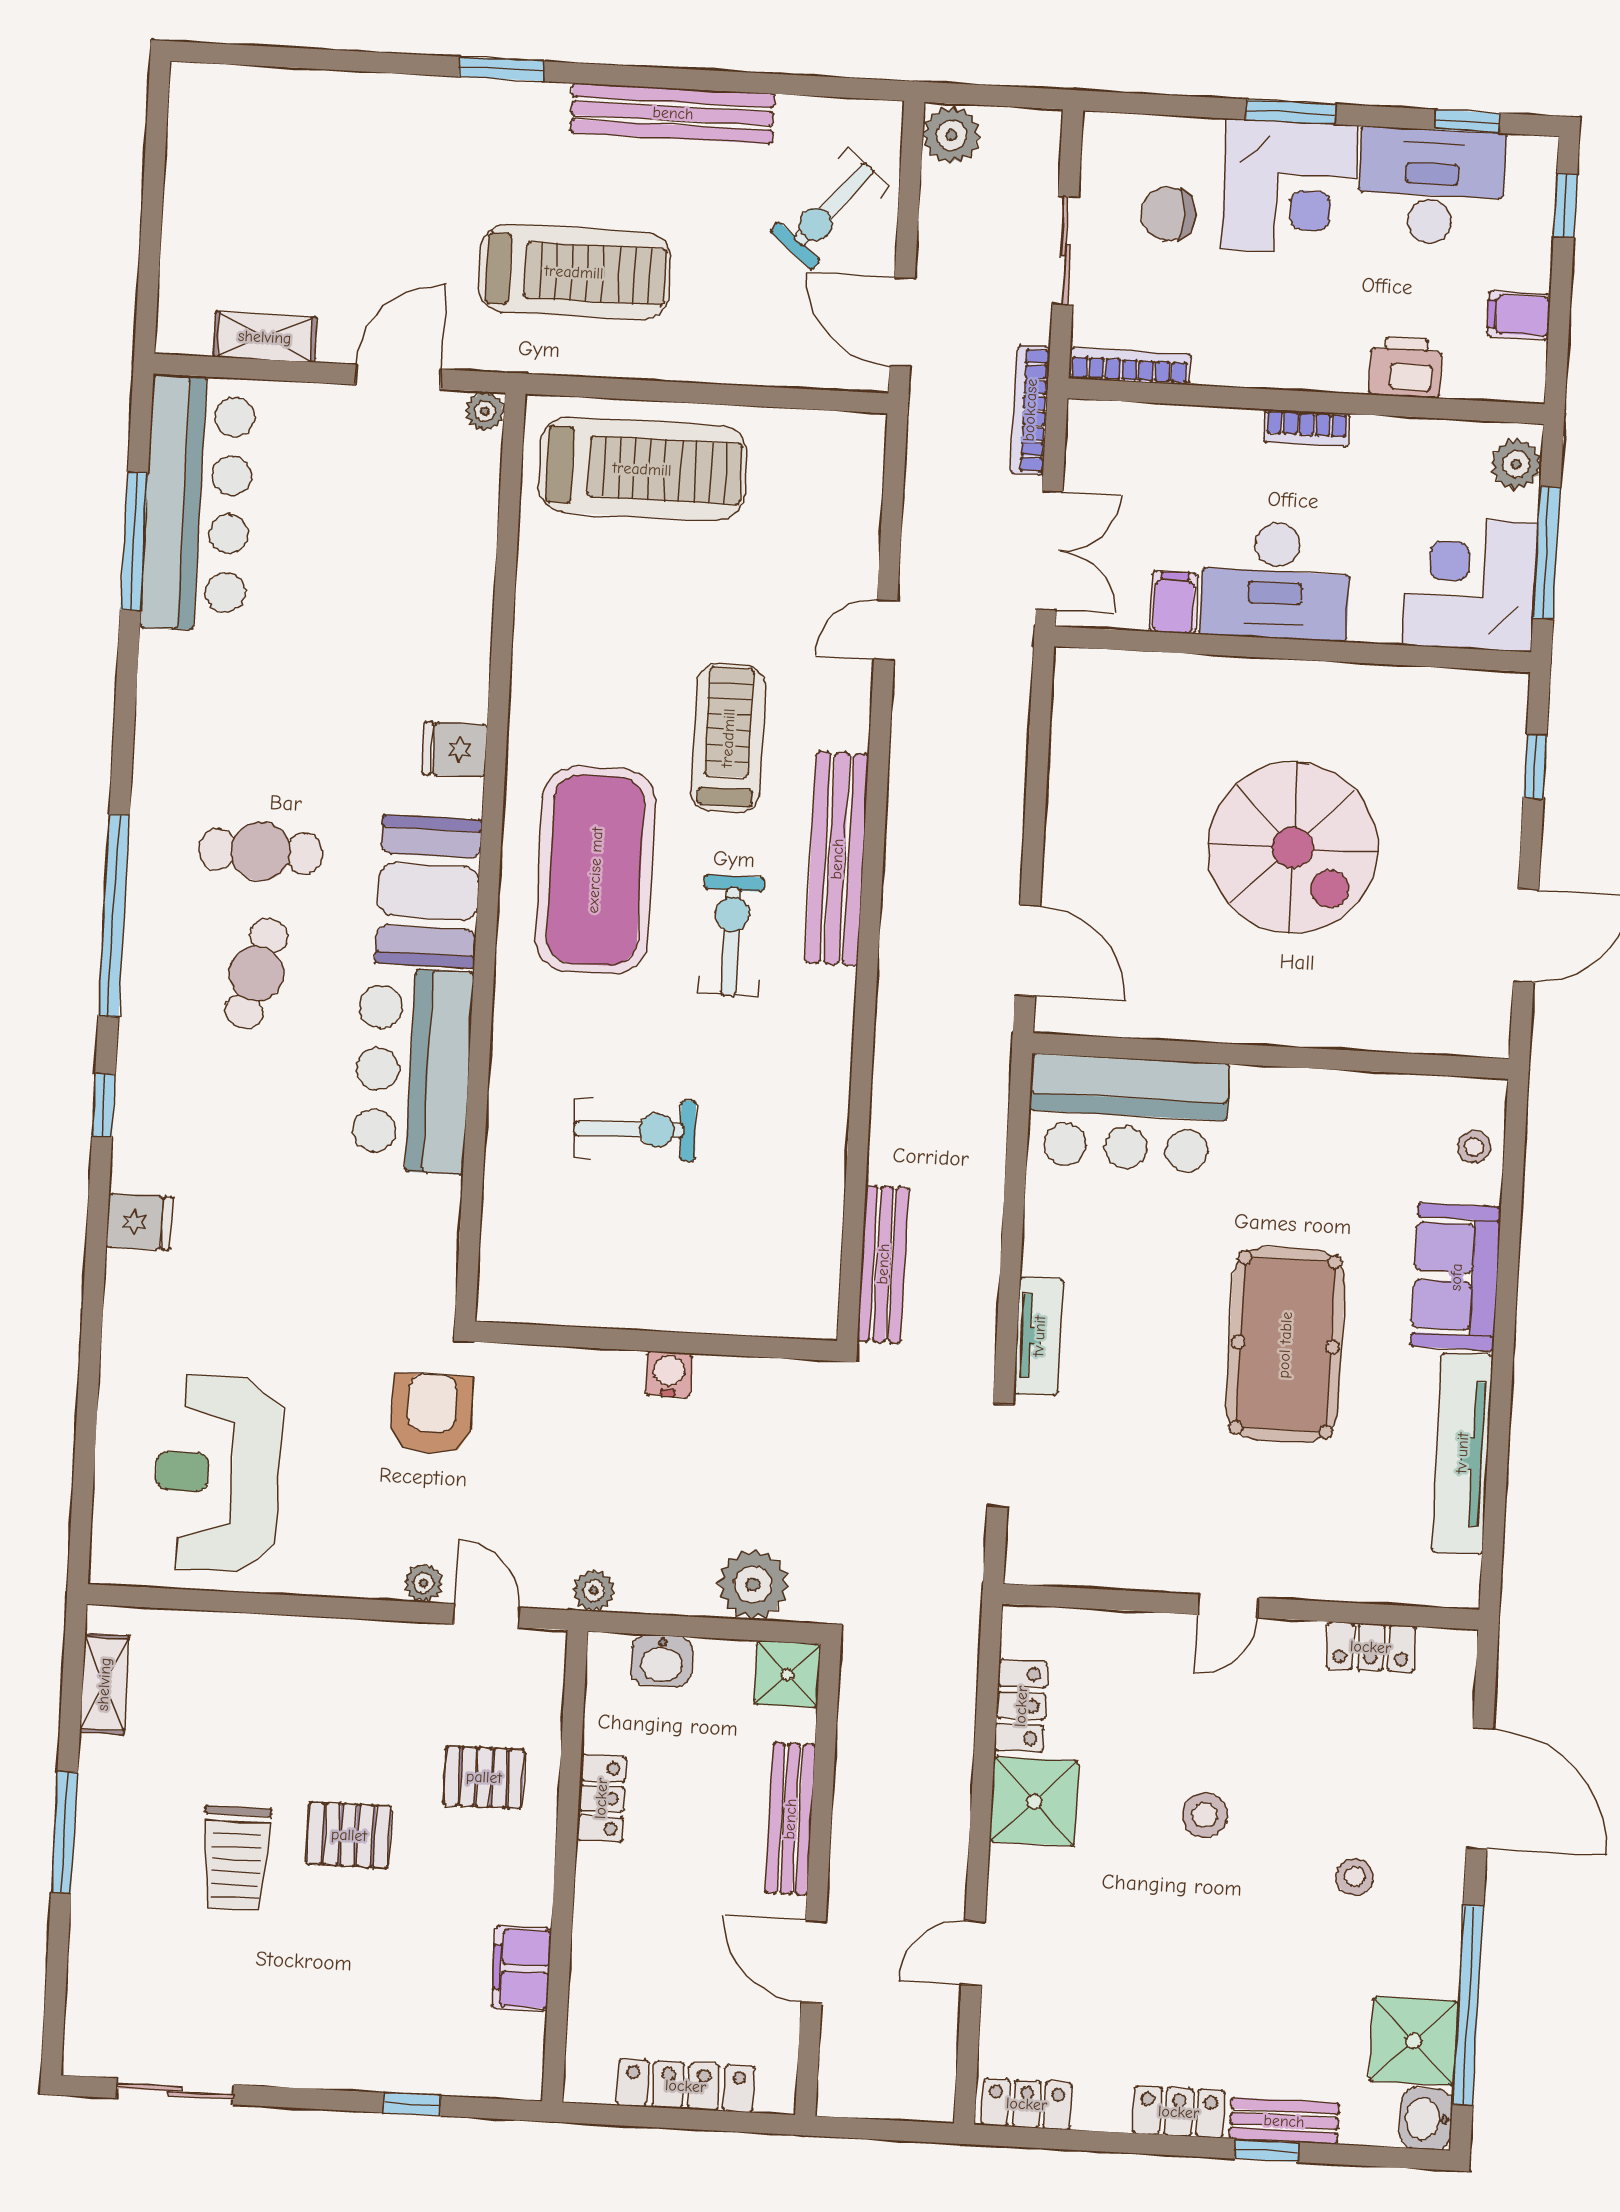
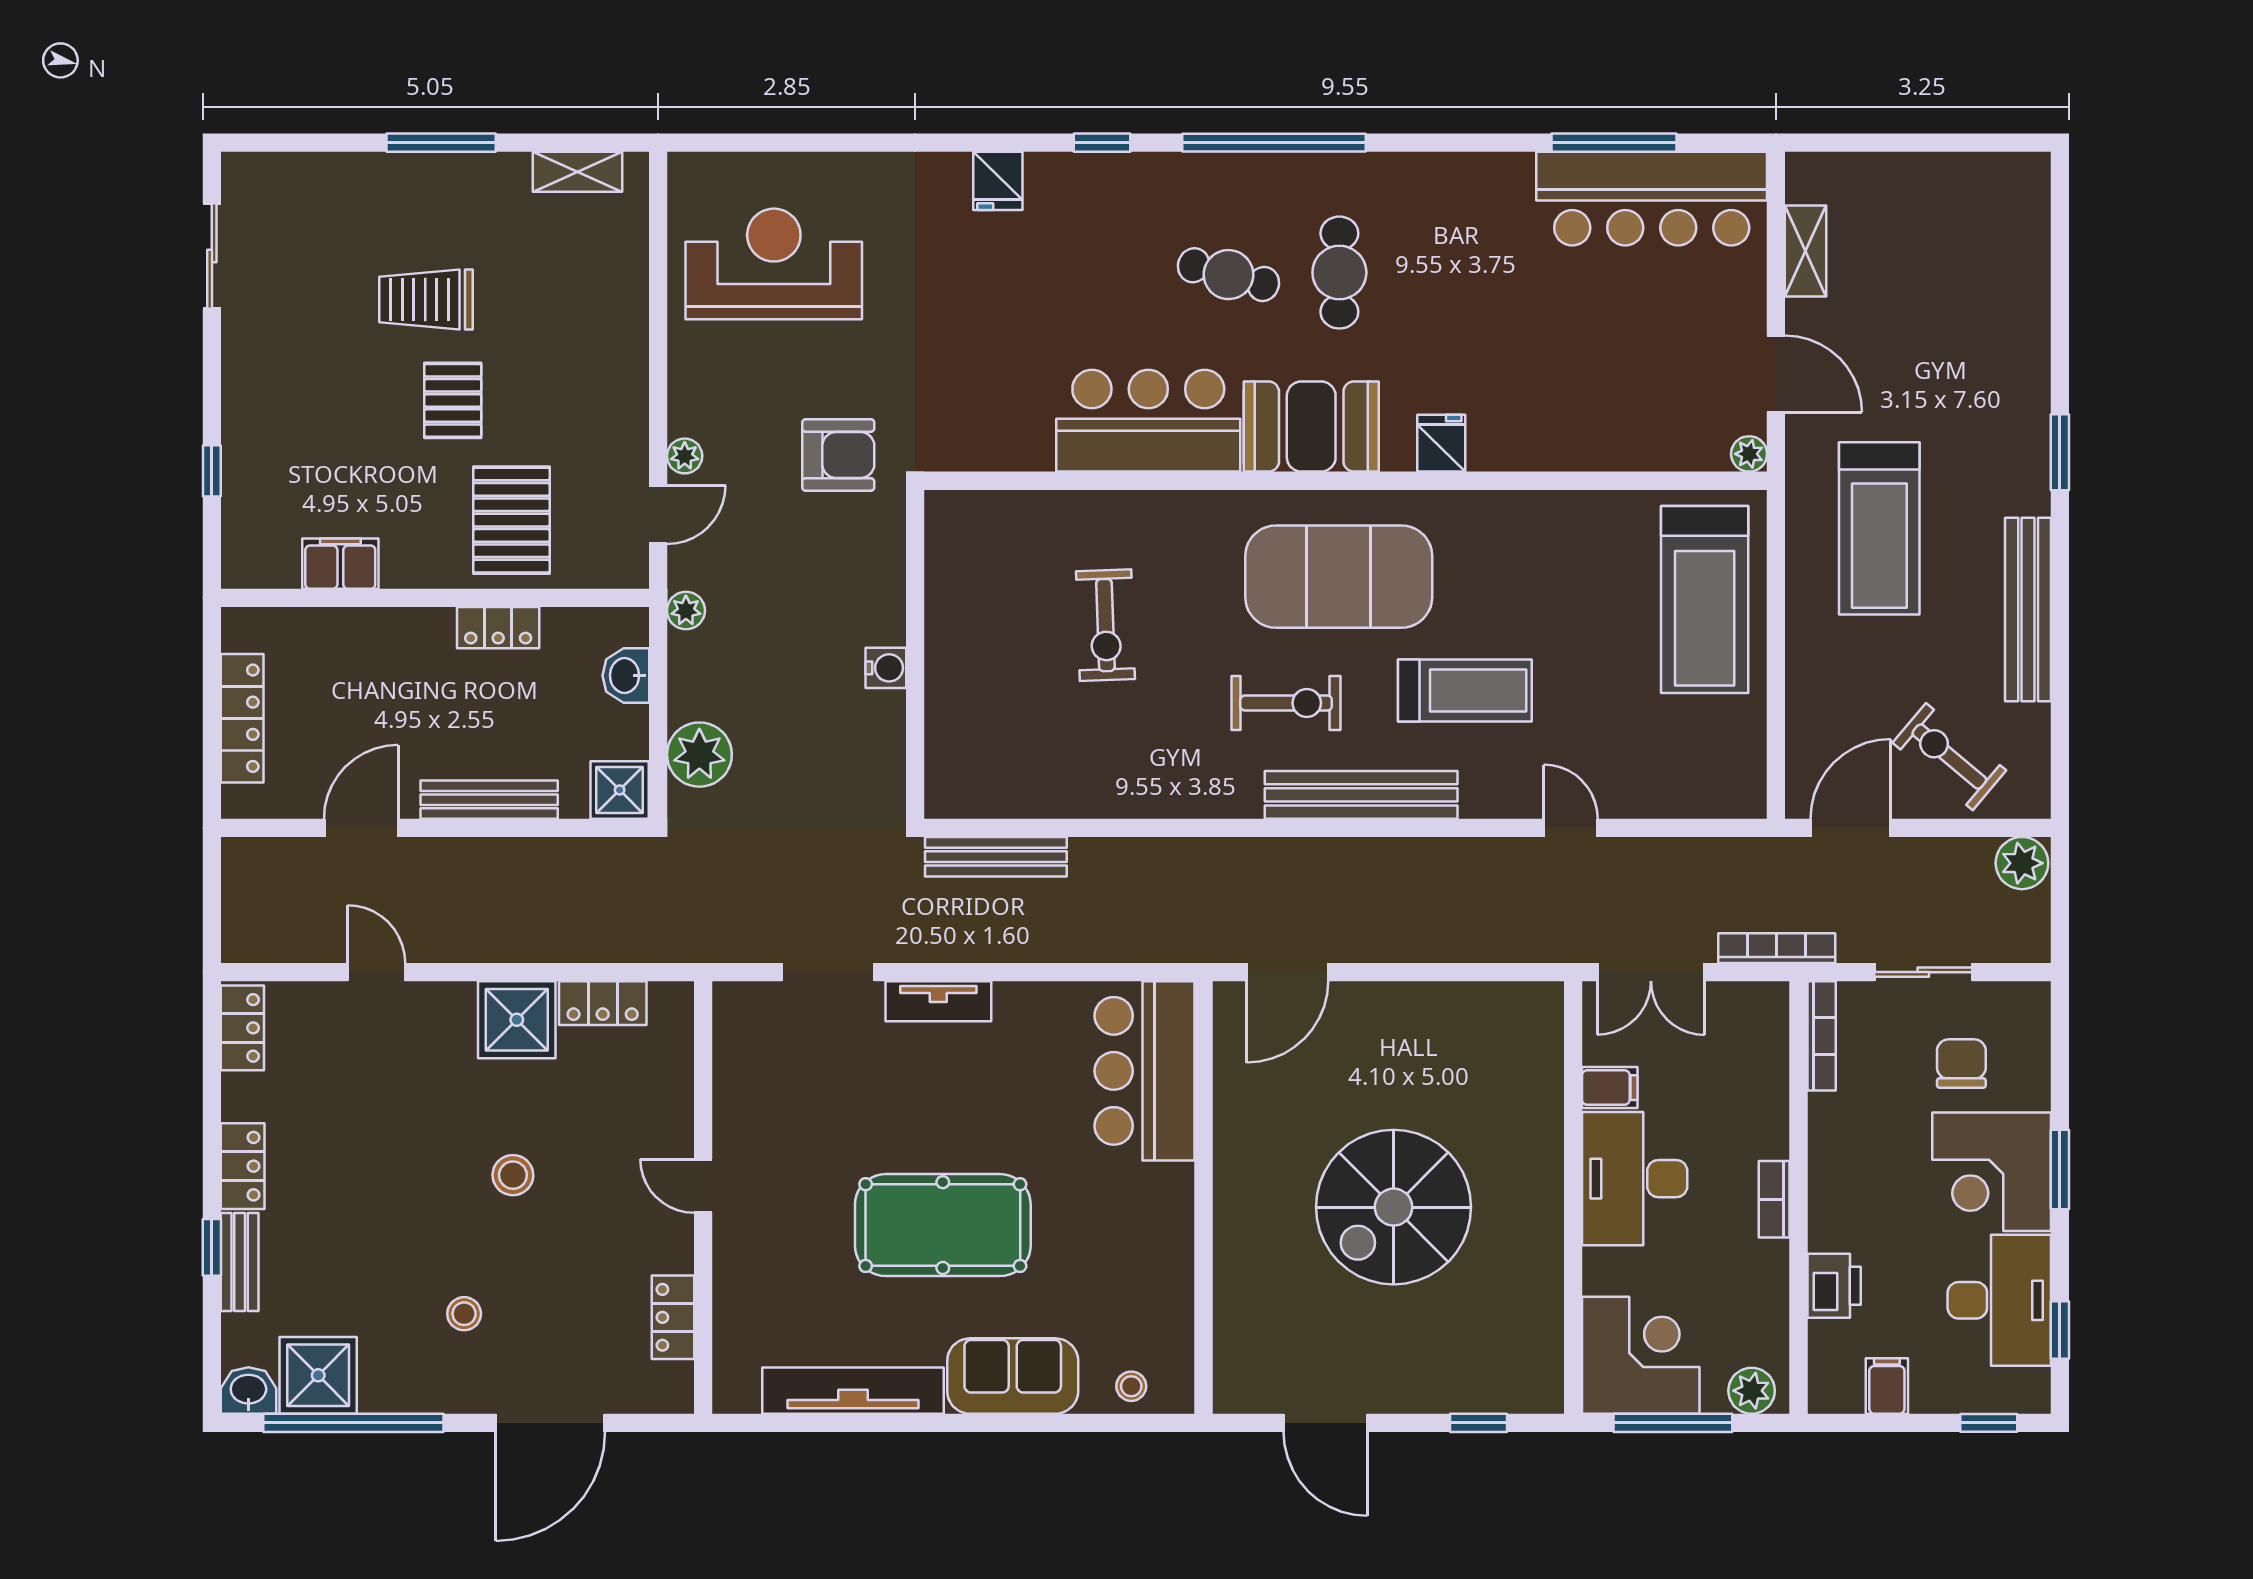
pallet: (484, 1777) -> (511, 520), width x1.50, depth x1.42

